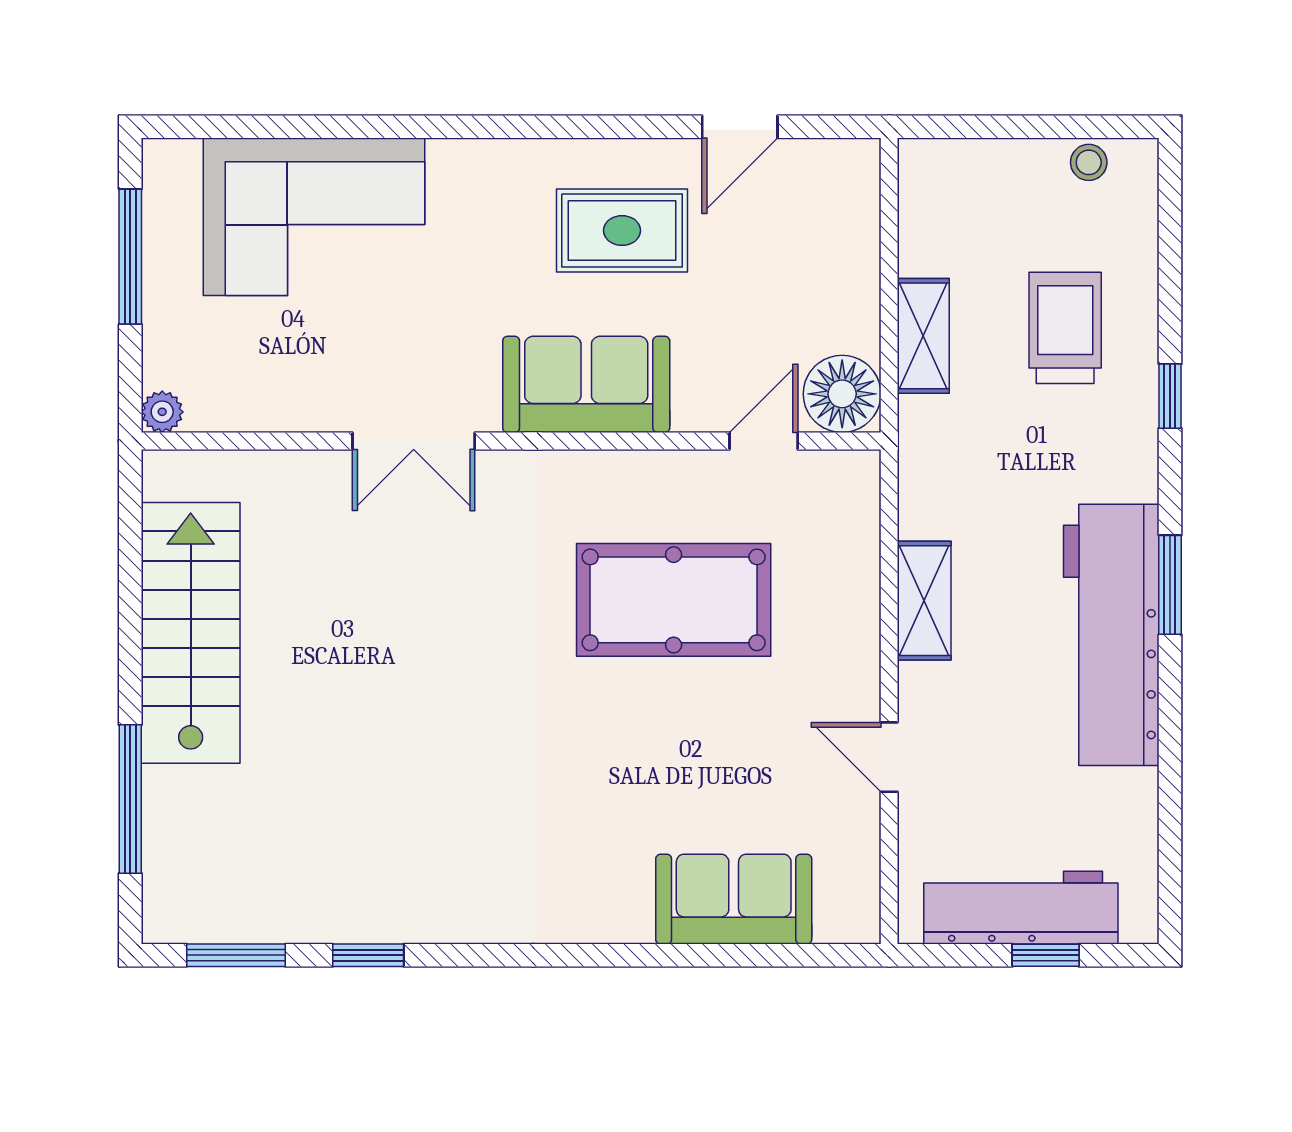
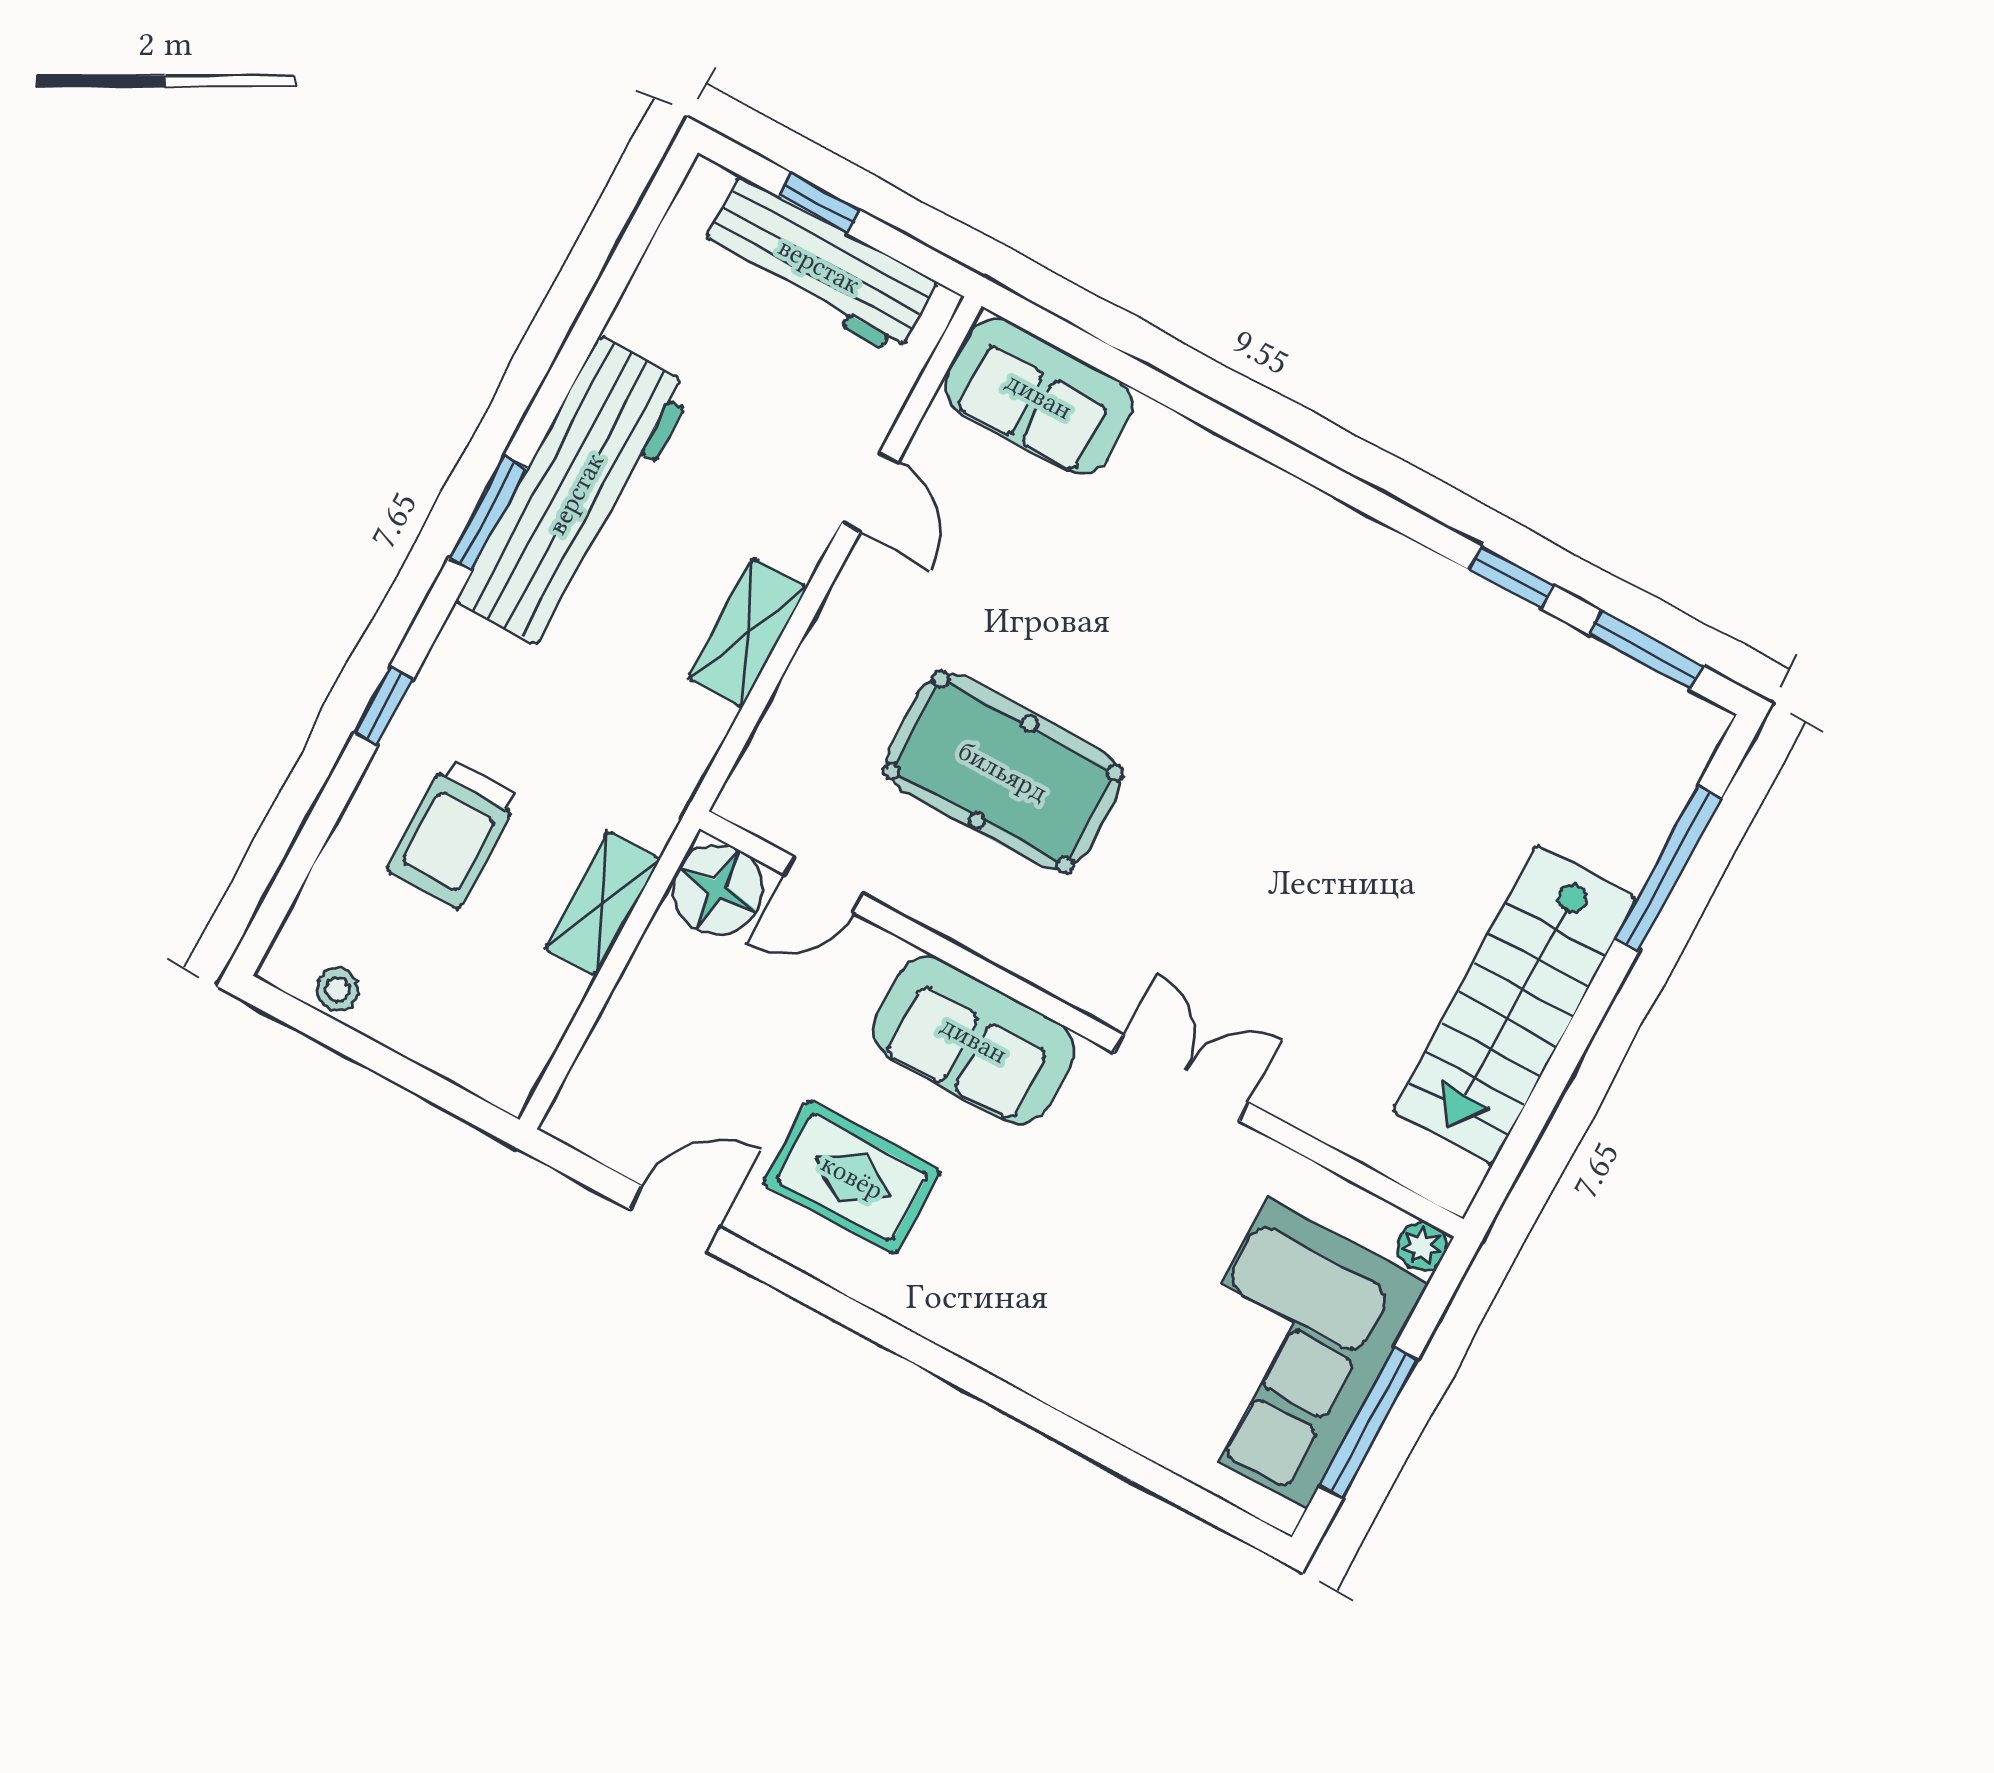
corner sofa: (314, 217) -> (1287, 1353), moved, turned -90
sofa: (734, 899) -> (1039, 396), moved

